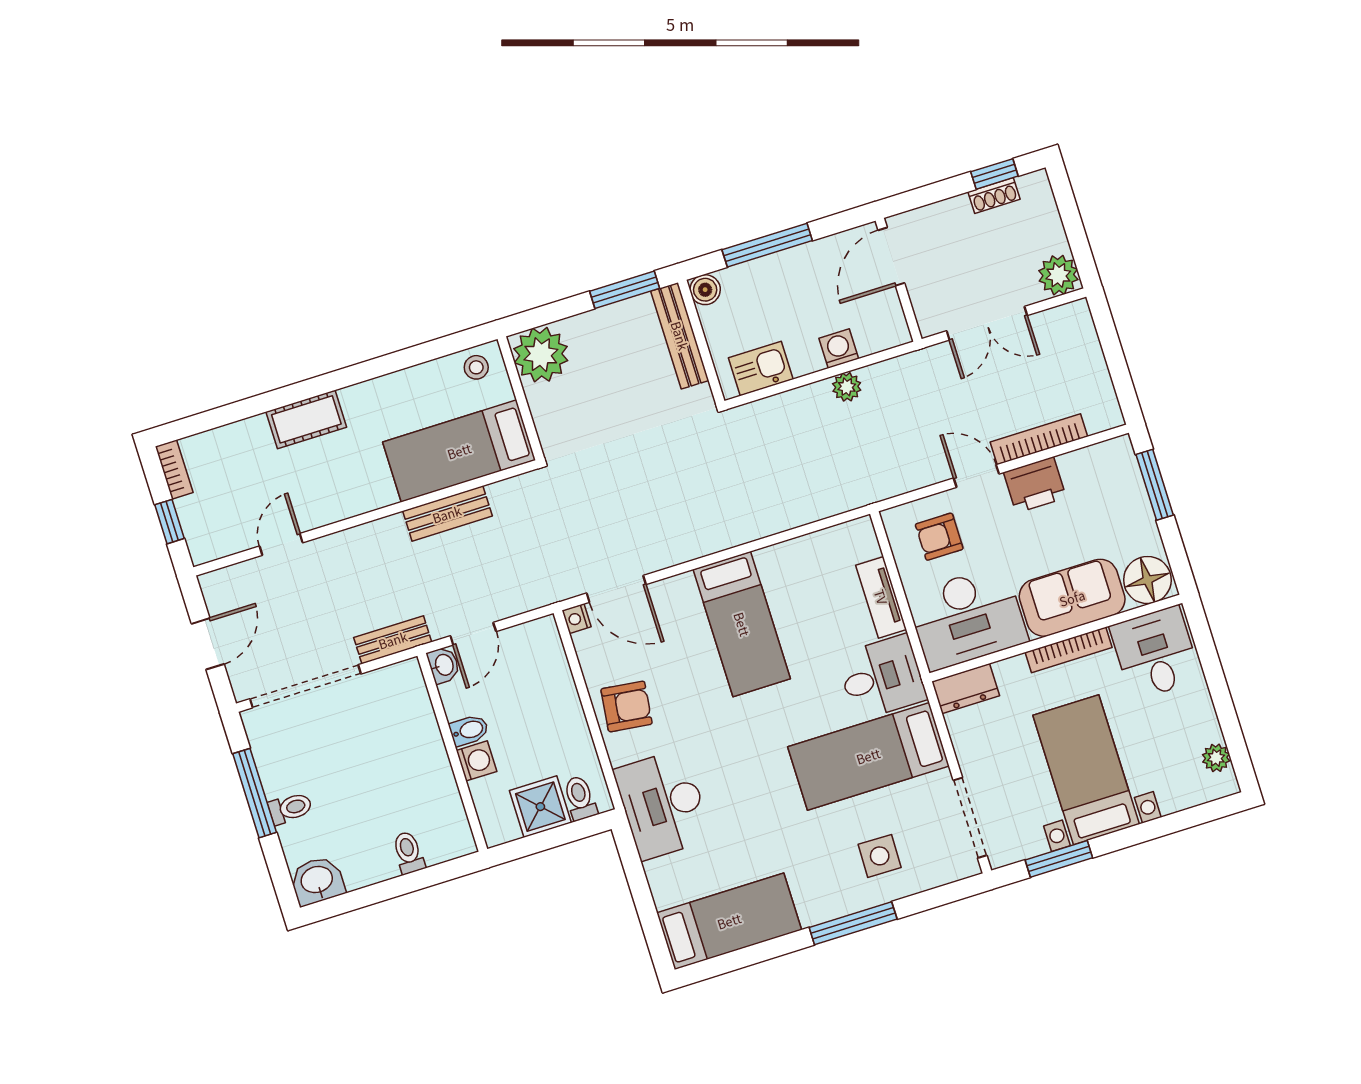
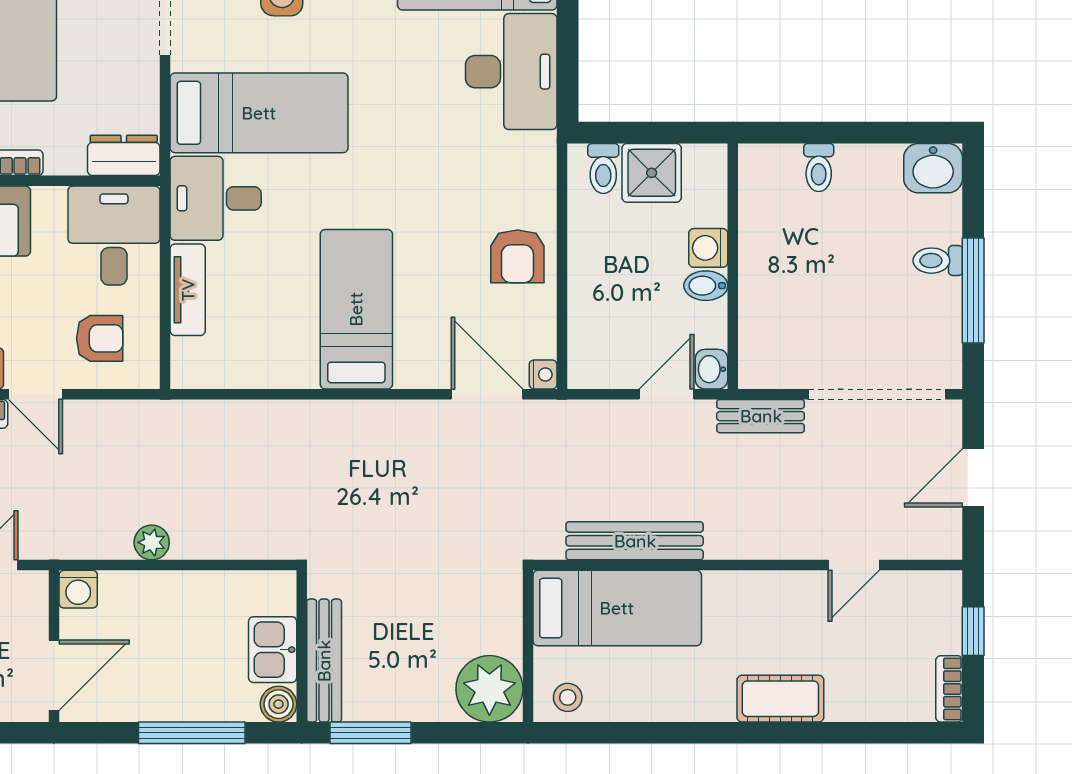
washing machine: (839, 348) -> (78, 589), moved
kitchen sink: (761, 369) -> (273, 650), moved, turned 90
bench: (447, 514) -> (635, 541), width x1.36
desk: (967, 618) -> (114, 236), width x0.73
armchair: (627, 706) -> (517, 256), turned -97
desk: (663, 804) -> (511, 72), moved

